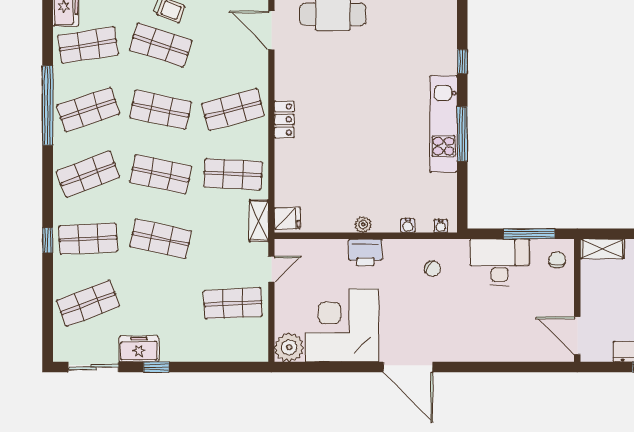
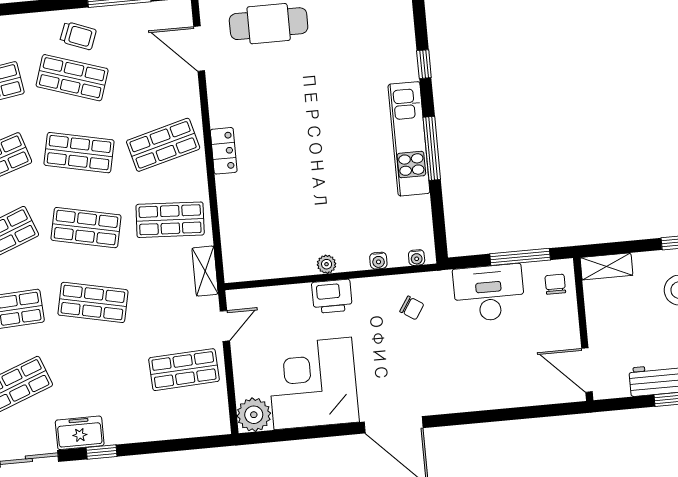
fridge: (287, 218) -> (238, 265), removed

